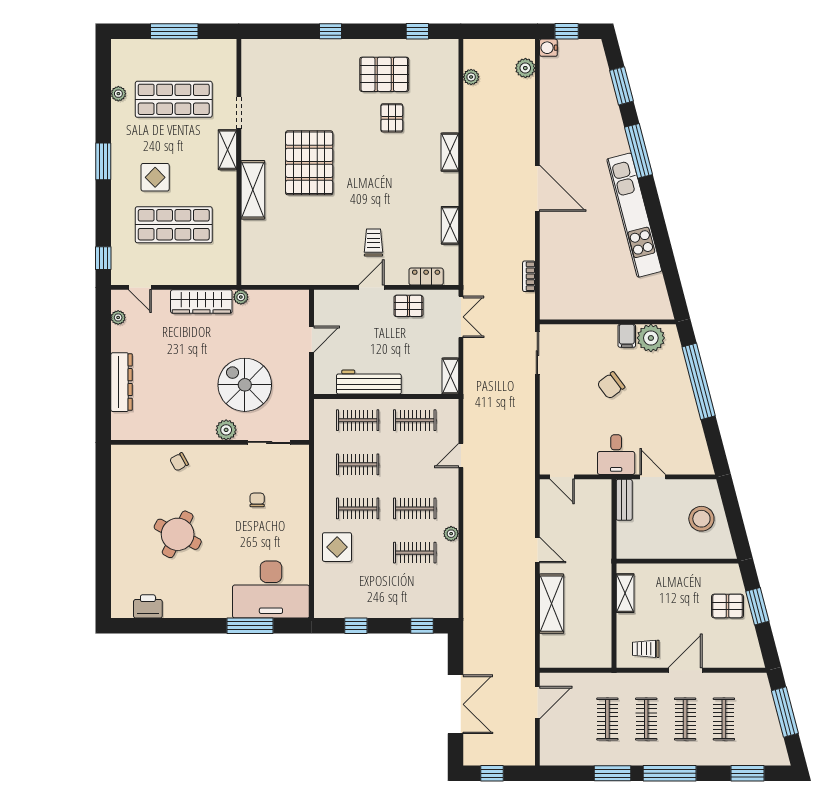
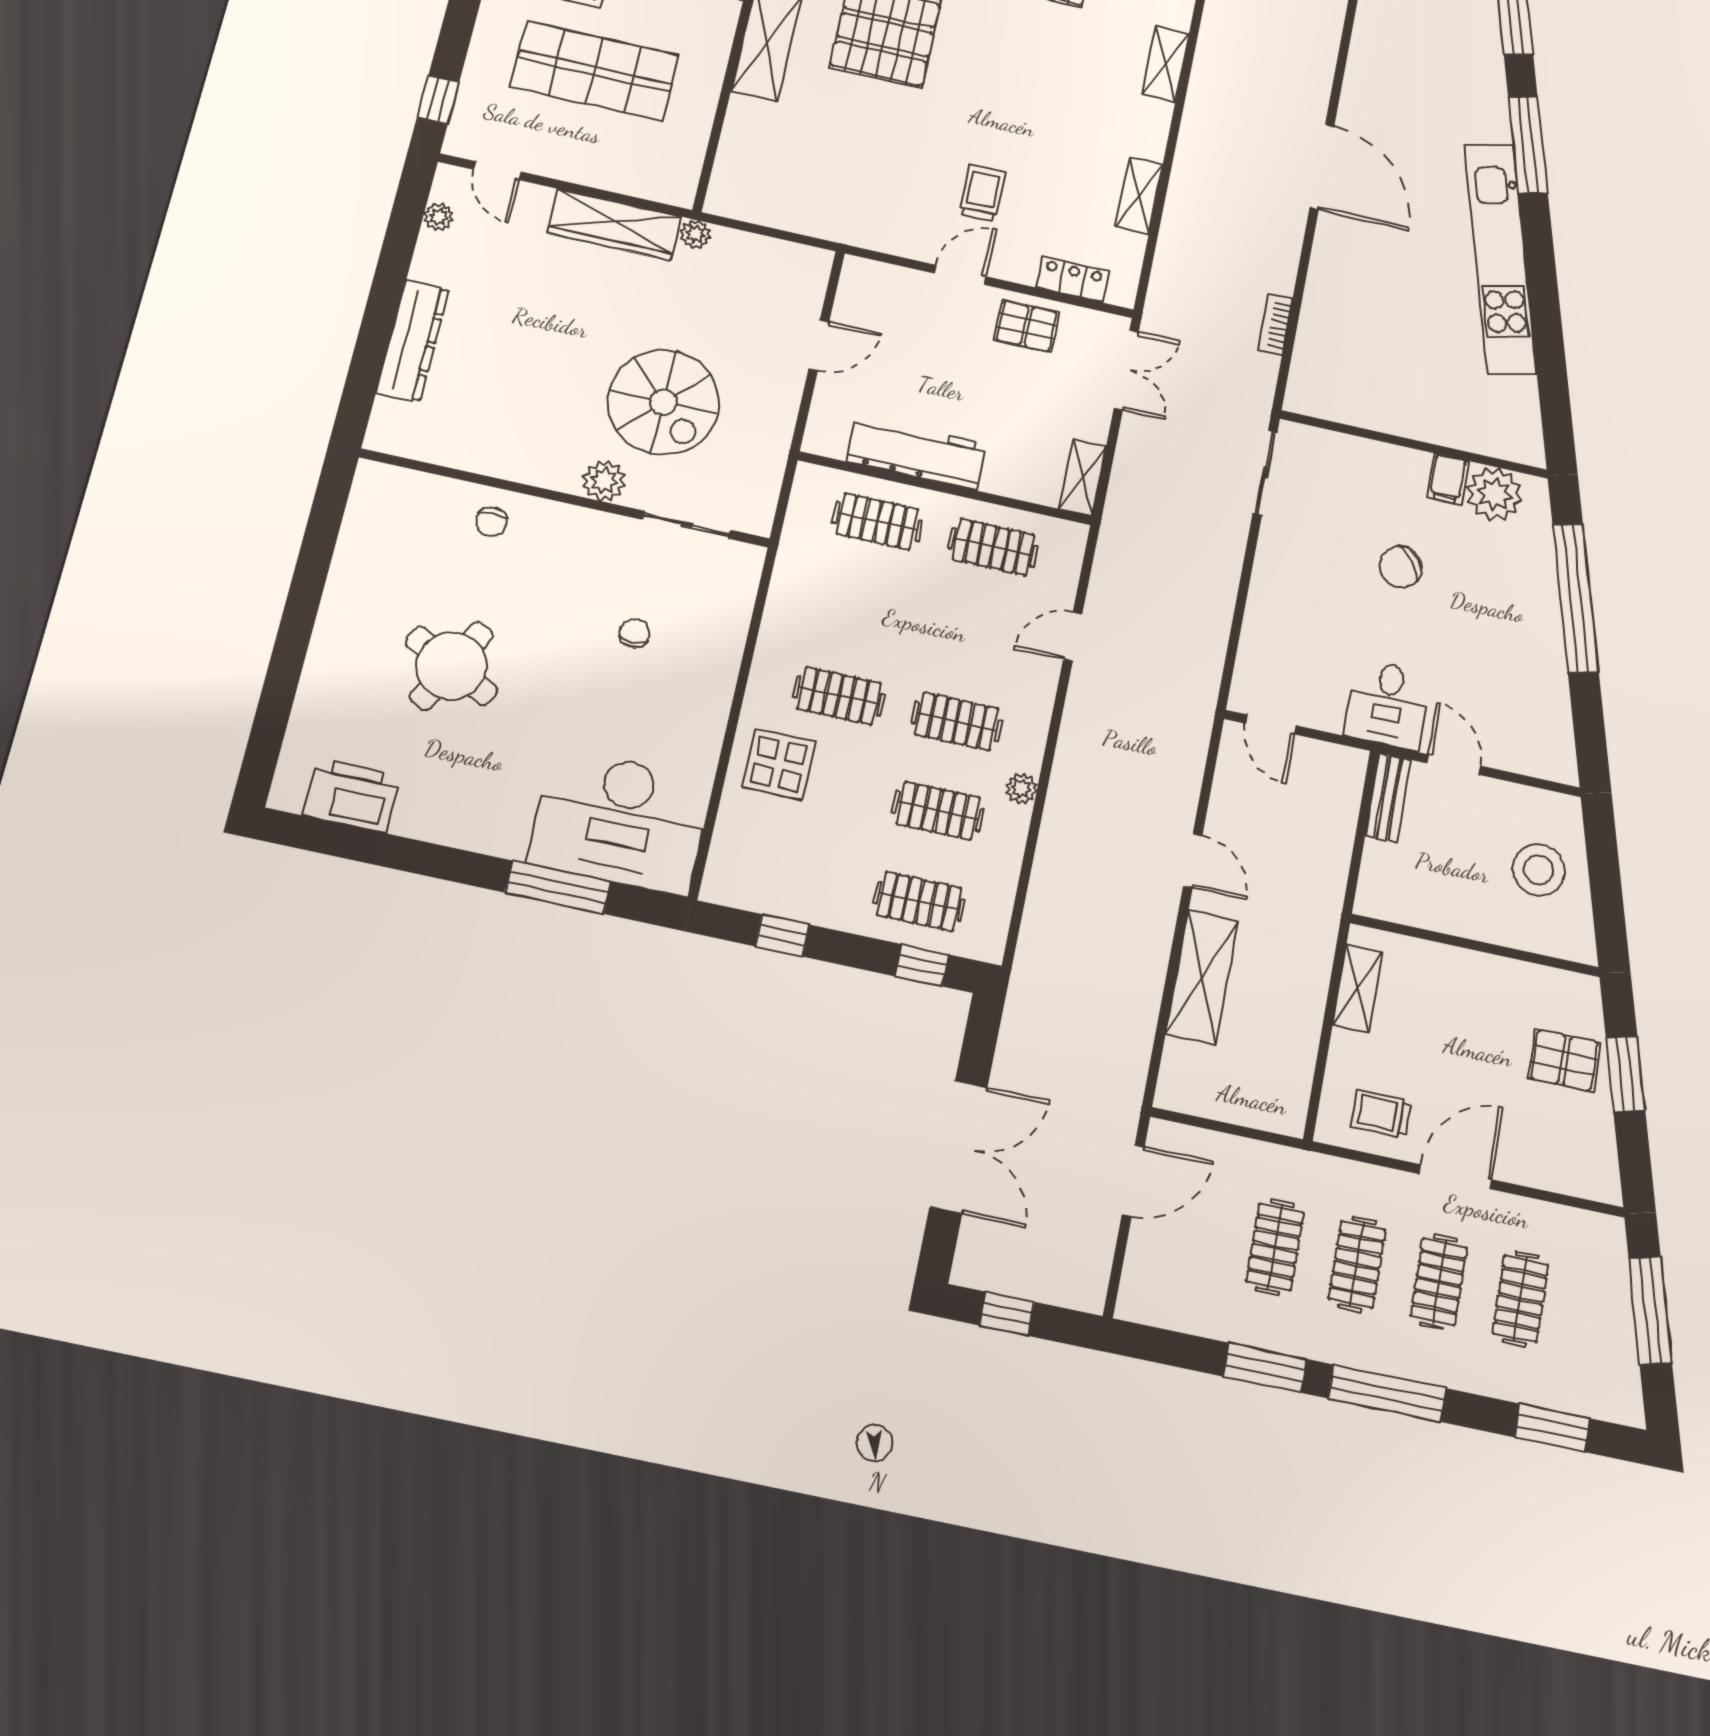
spiral stairs: (245, 385) -> (663, 402), turned 180
chair: (179, 462) -> (491, 522), turned -63
clothes rail: (358, 464) -> (919, 901), moved
printer: (148, 606) -> (352, 795), width x1.37, depth x1.19

